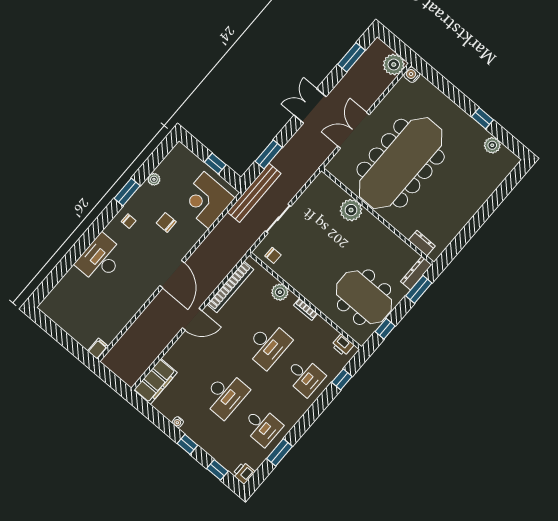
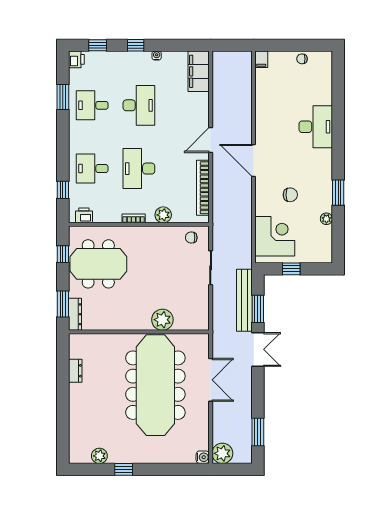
double door: (310, 106) -> (258, 349), moved
bench: (254, 193) -> (244, 300), moved
chair: (129, 221) -> (302, 59), moved
dresser: (422, 243) -> (75, 371), moved, turned -90
desk: (225, 395) -> (139, 105), turned 180

